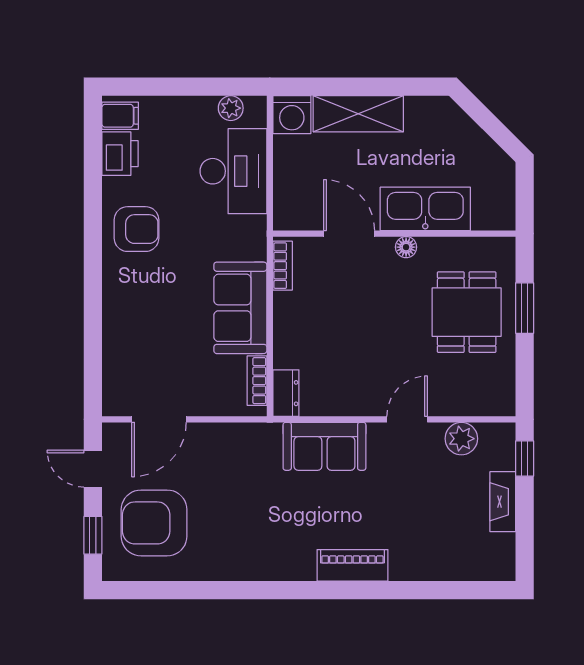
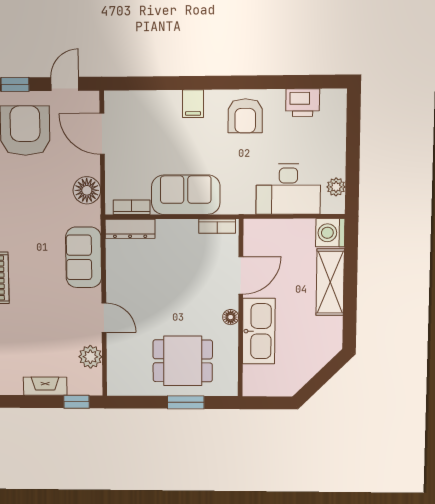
filing cabinet: (120, 116) -> (193, 104), moved
dresser: (286, 393) -> (130, 229), width x1.44
floor lamp: (234, 441) -> (87, 190), added

